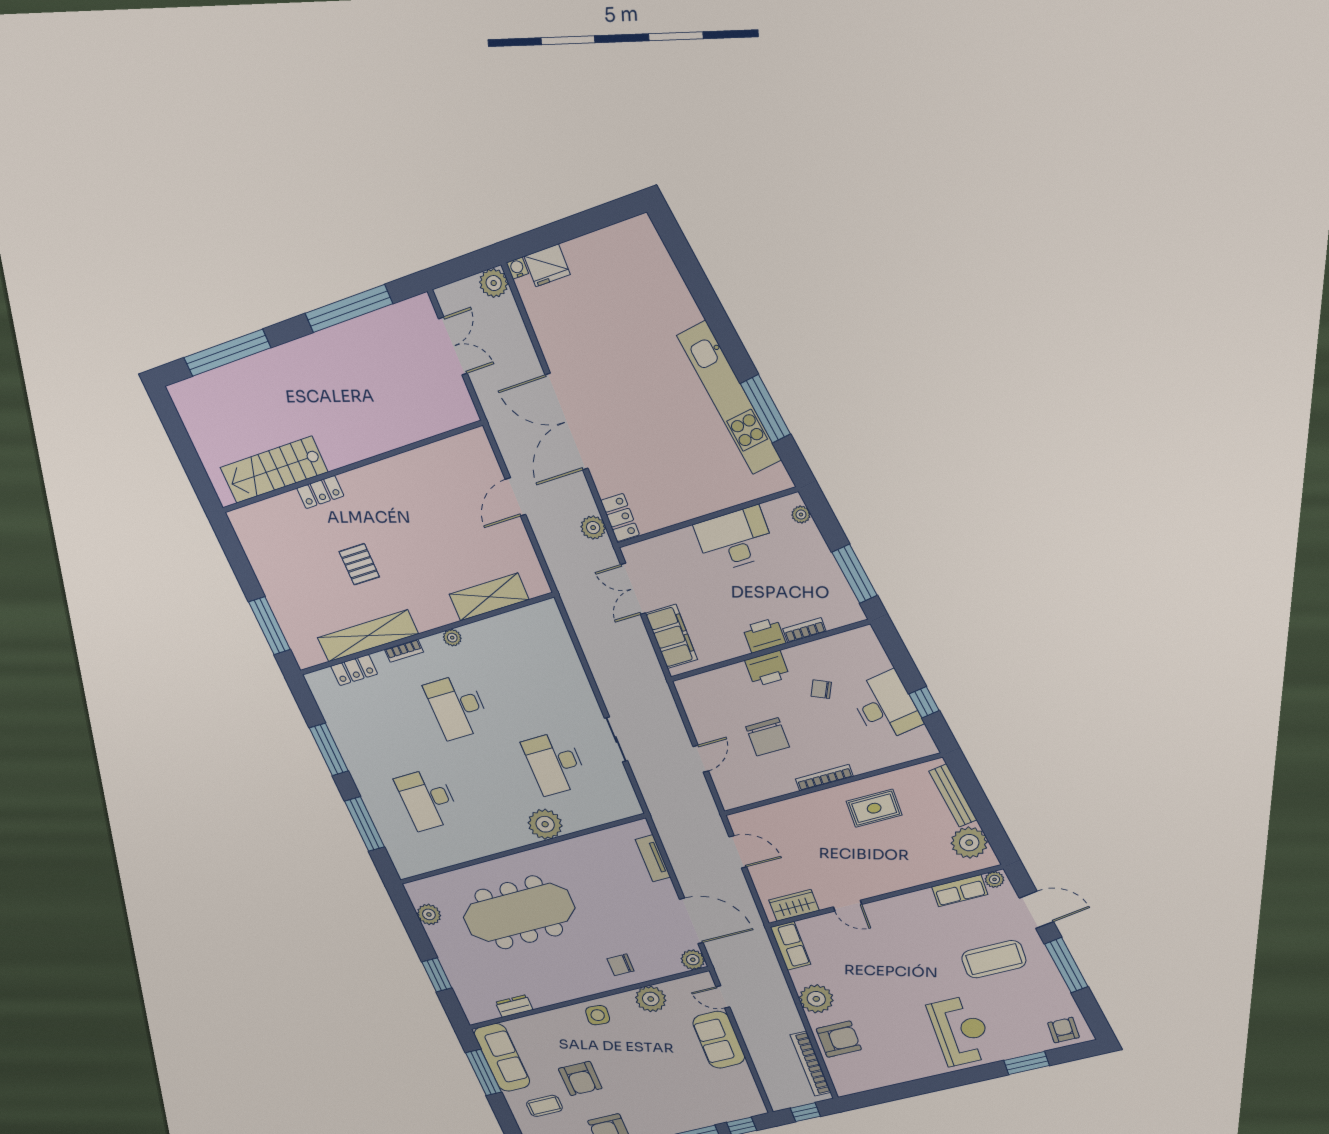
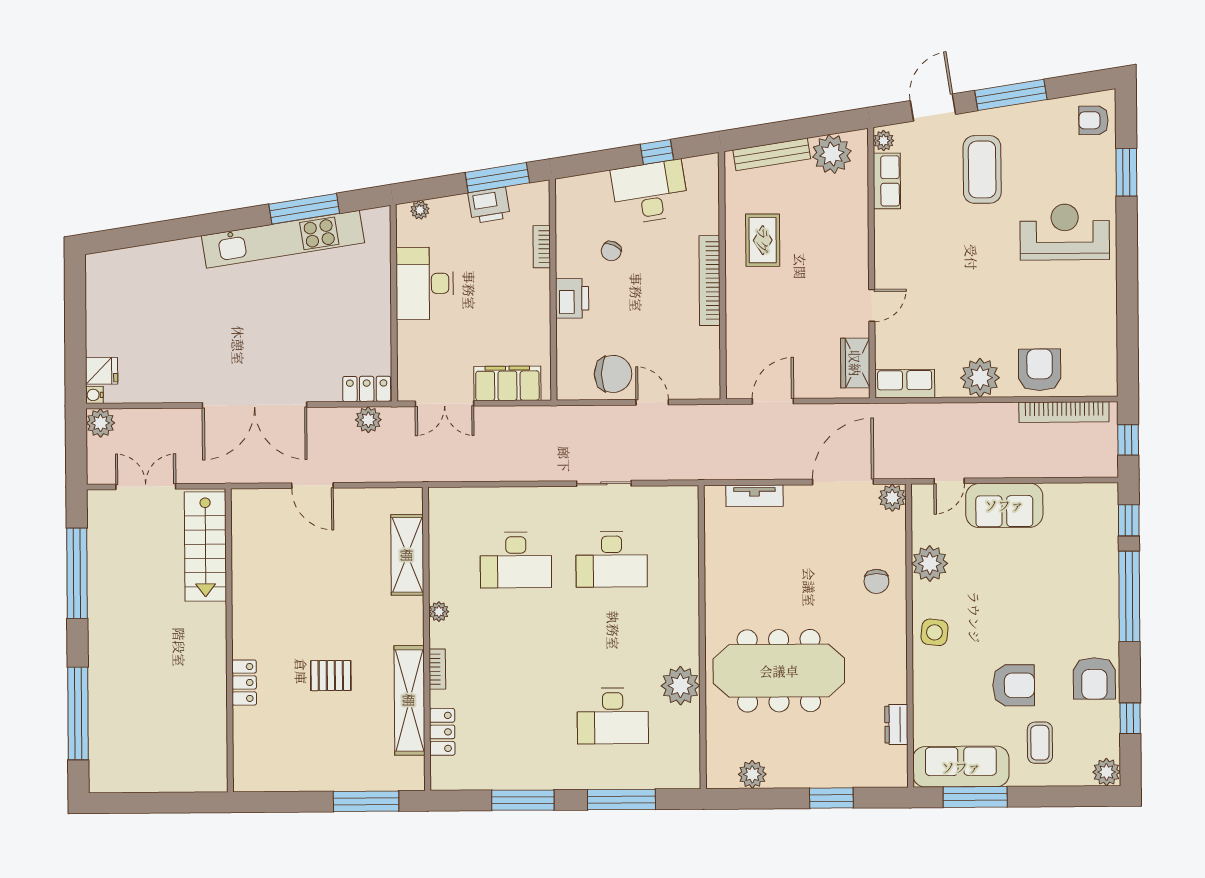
fridge: (547, 265) -> (102, 371), width x0.72
stairs: (274, 470) -> (205, 547), moved
printer: (764, 635) -> (489, 205), moved, turned -99
desk: (457, 707) -> (516, 560), moved
chair: (768, 737) -> (613, 374), moved
bookcase: (824, 778) -> (710, 281), width x1.48, depth x1.31
plant: (545, 824) -> (680, 686), moved
meeting table: (519, 913) -> (779, 671), turned 90

